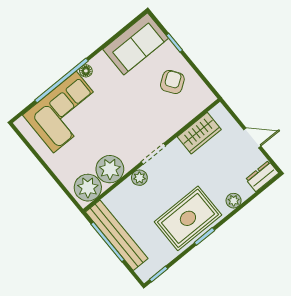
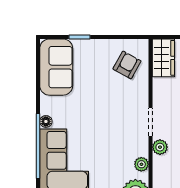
armchair: (172, 82) -> (127, 65), moved, turned 64
wardrobe: (199, 133) -> (163, 58), moved
plant: (110, 169) -> (141, 164), width x0.53, depth x0.53

